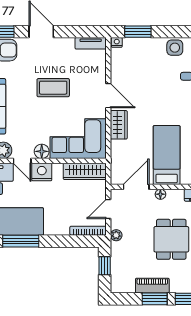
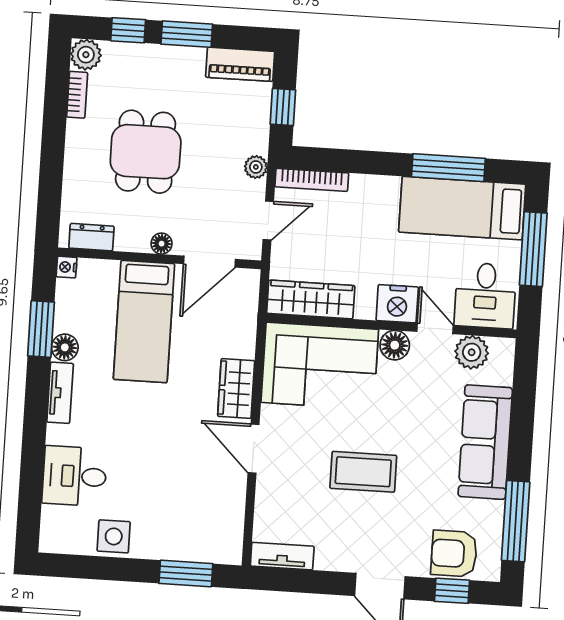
nightstand: (117, 42) -> (230, 554), removed
piano: (152, 286) -> (240, 64), moved

